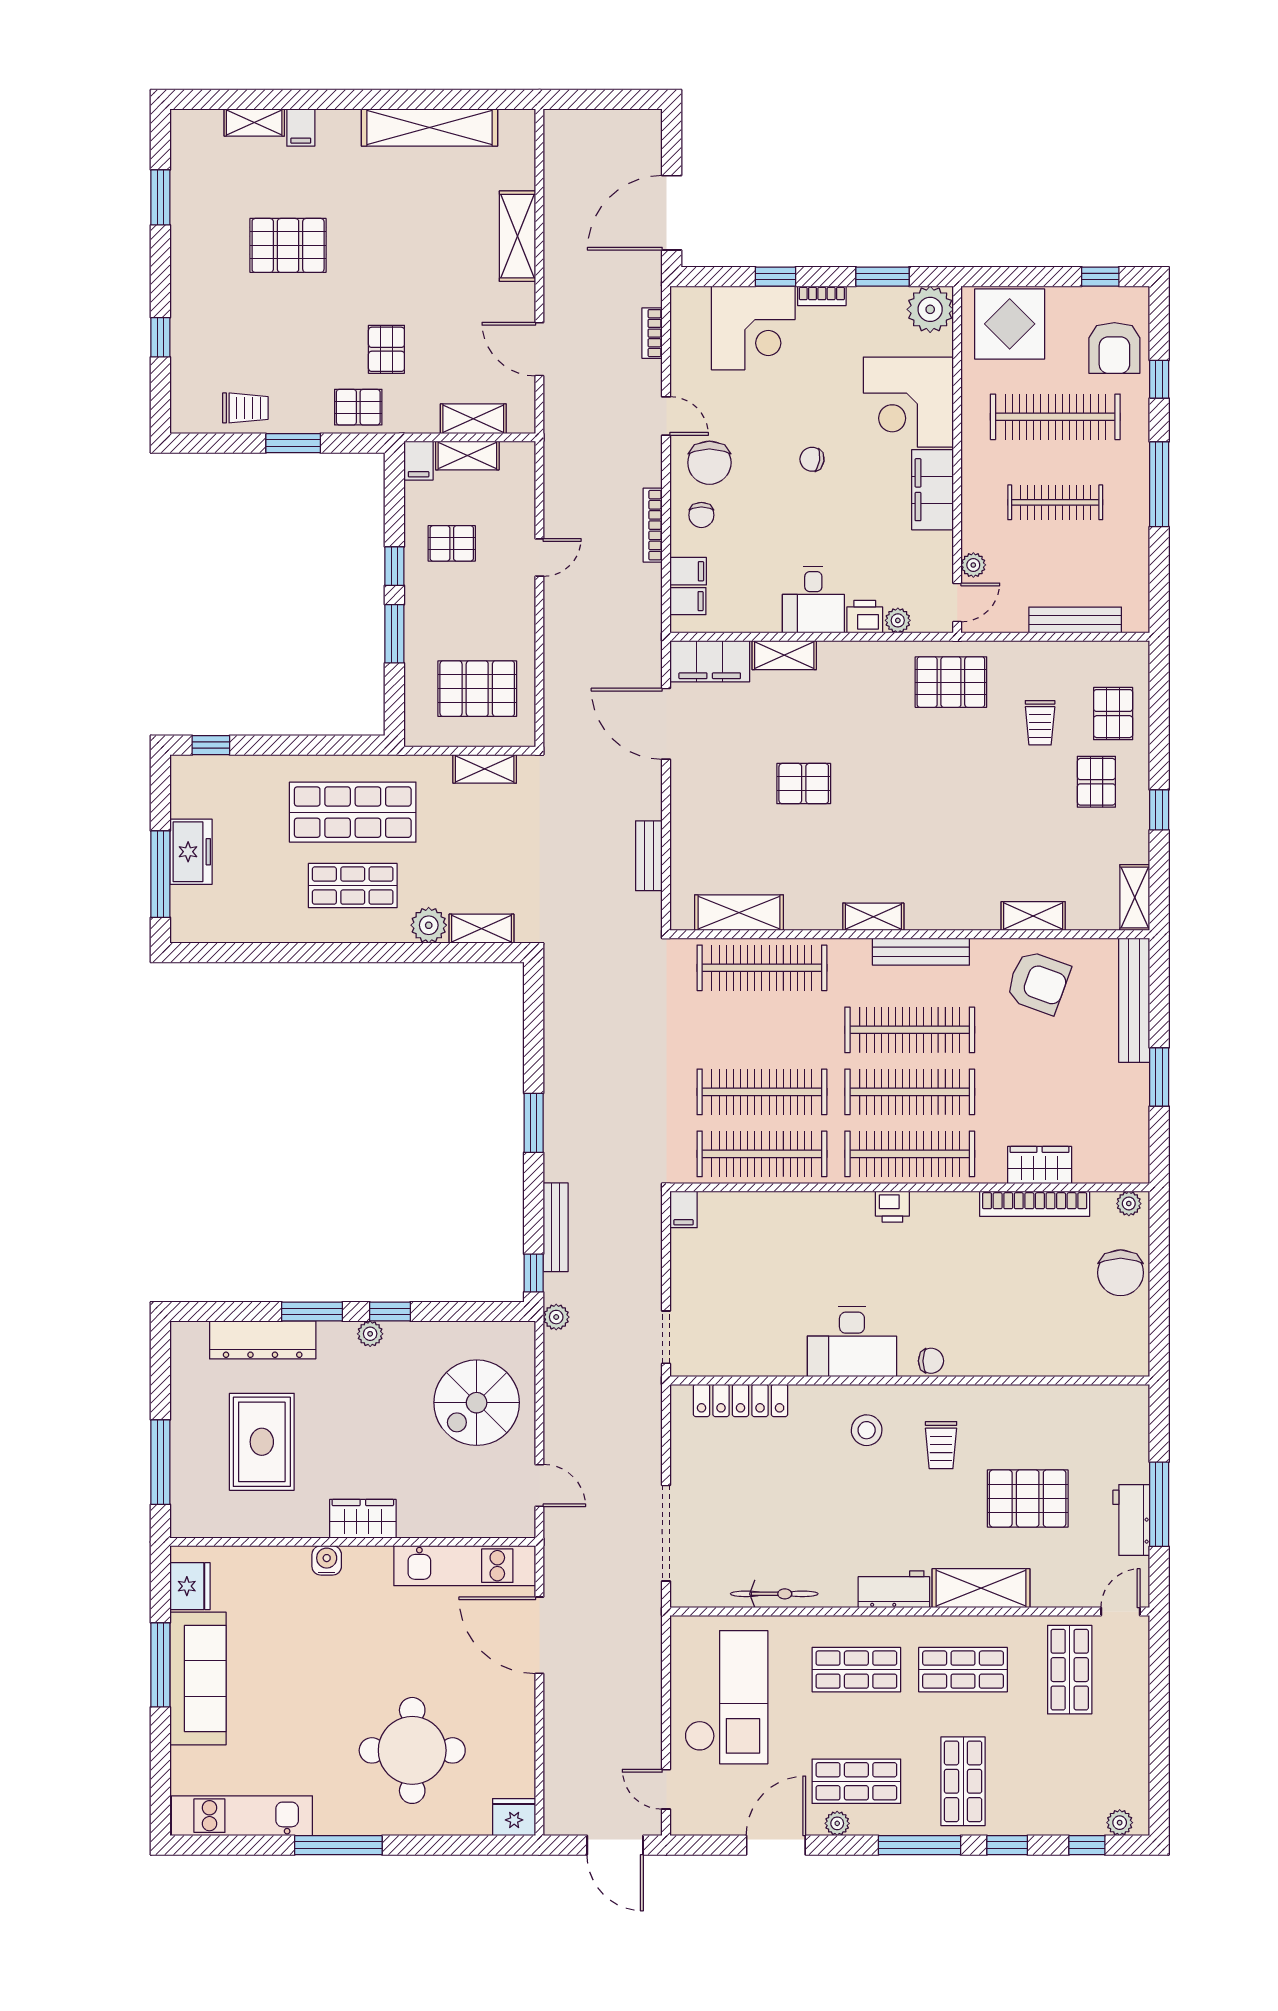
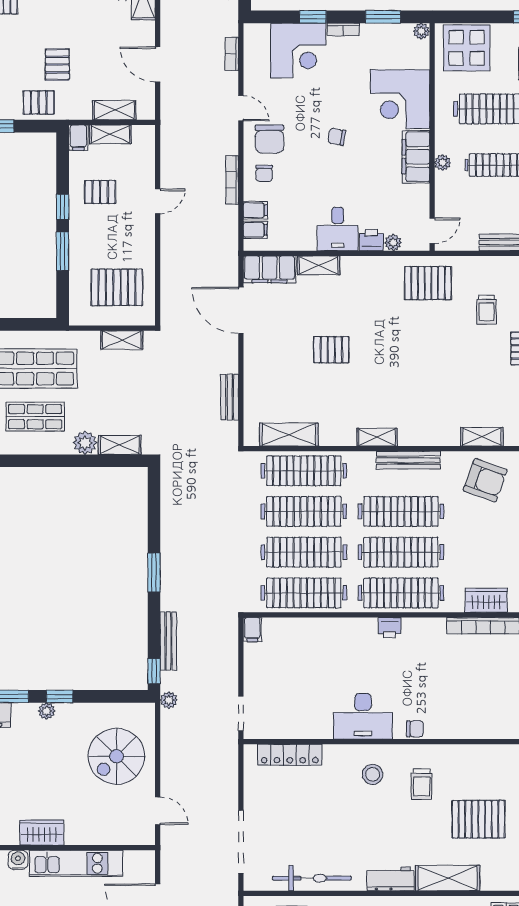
plant: (930, 309) -> (421, 31), width x0.53, depth x0.53
plant: (973, 565) -> (443, 163), moved
clothes rail: (762, 1030) -> (304, 511), added
kitchen unit: (465, 1566) -> (76, 863), moved
bicycle: (774, 1594) -> (312, 878), width x1.37, depth x1.40

